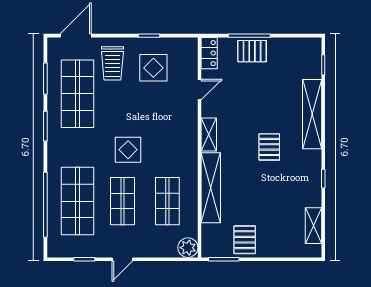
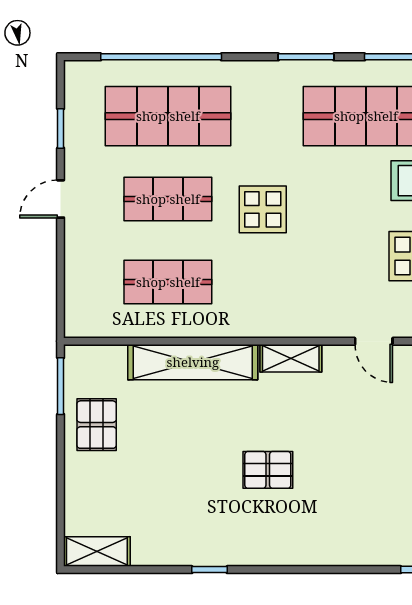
shelving: (312, 114) -> (328, 549), removed
shelving: (313, 226) -> (97, 552), moved
pallet: (245, 240) -> (97, 425), turned 90
plant: (188, 248) -> (82, 320), removed
door: (122, 259) -> (61, 199), hinge flipped

